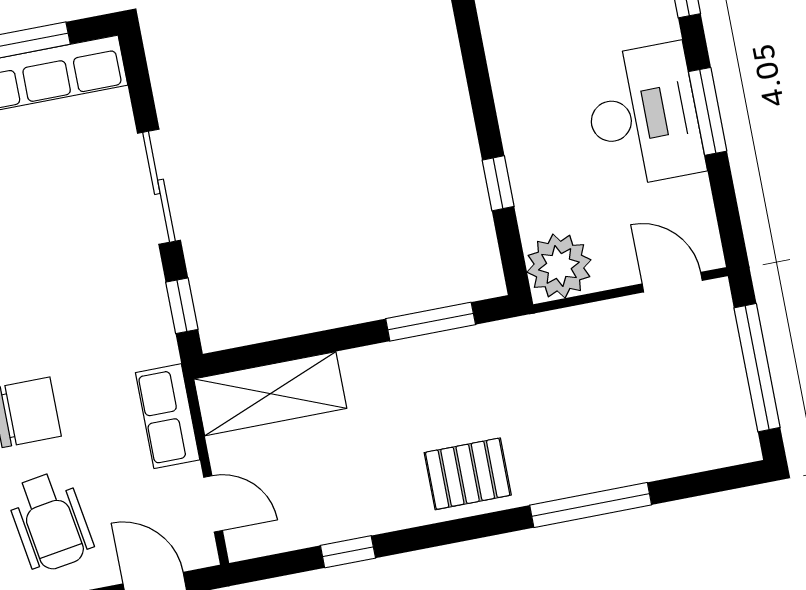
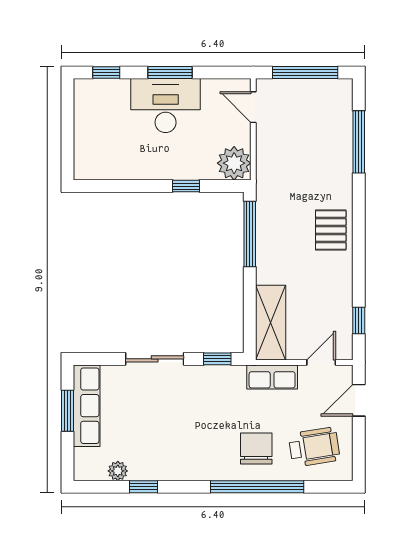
door: (672, 282) -> (253, 107), hinge flipped
window: (431, 322) -> (250, 234), width x1.44
window: (591, 505) -> (359, 142), moved
window: (348, 552) -> (359, 321), moved

